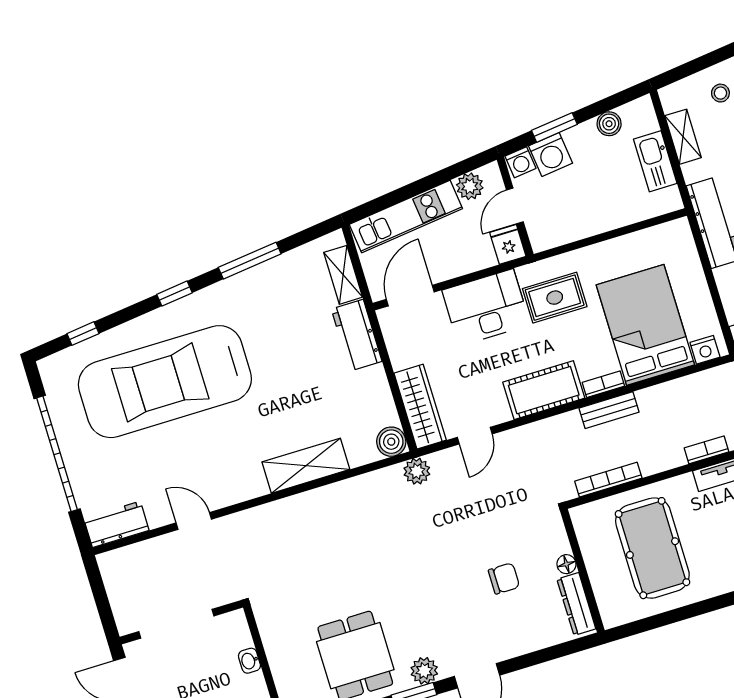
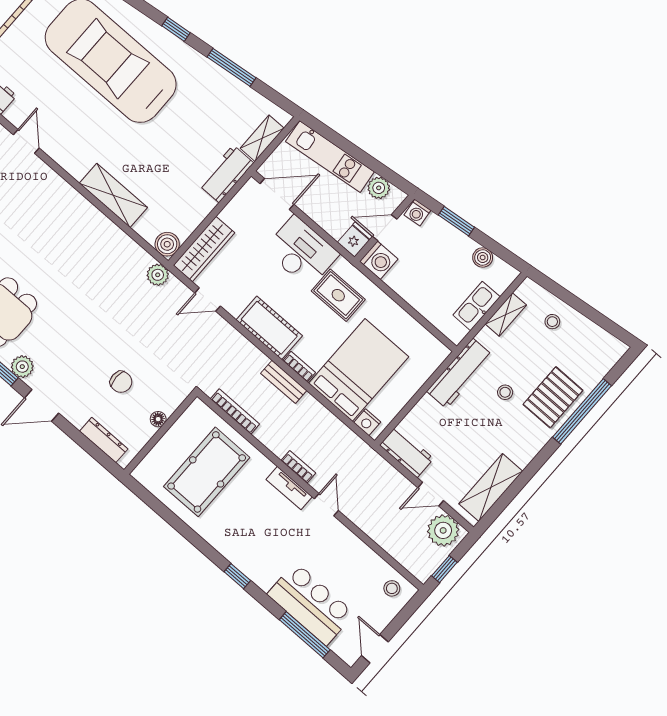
washing machine: (551, 155) -> (379, 260), moved, turned -83
dresser: (576, 604) -> (104, 440), moved, turned 90

